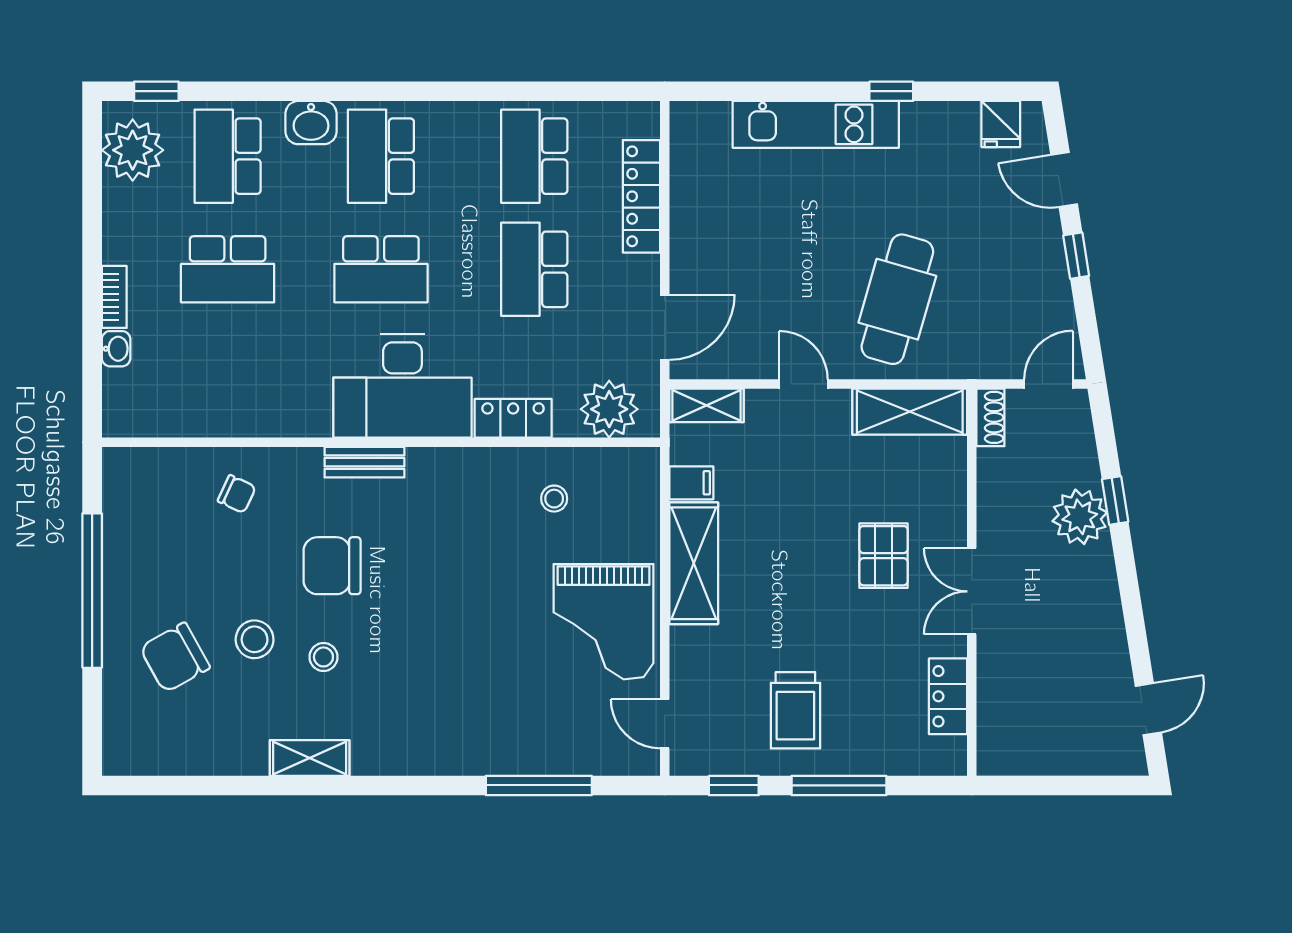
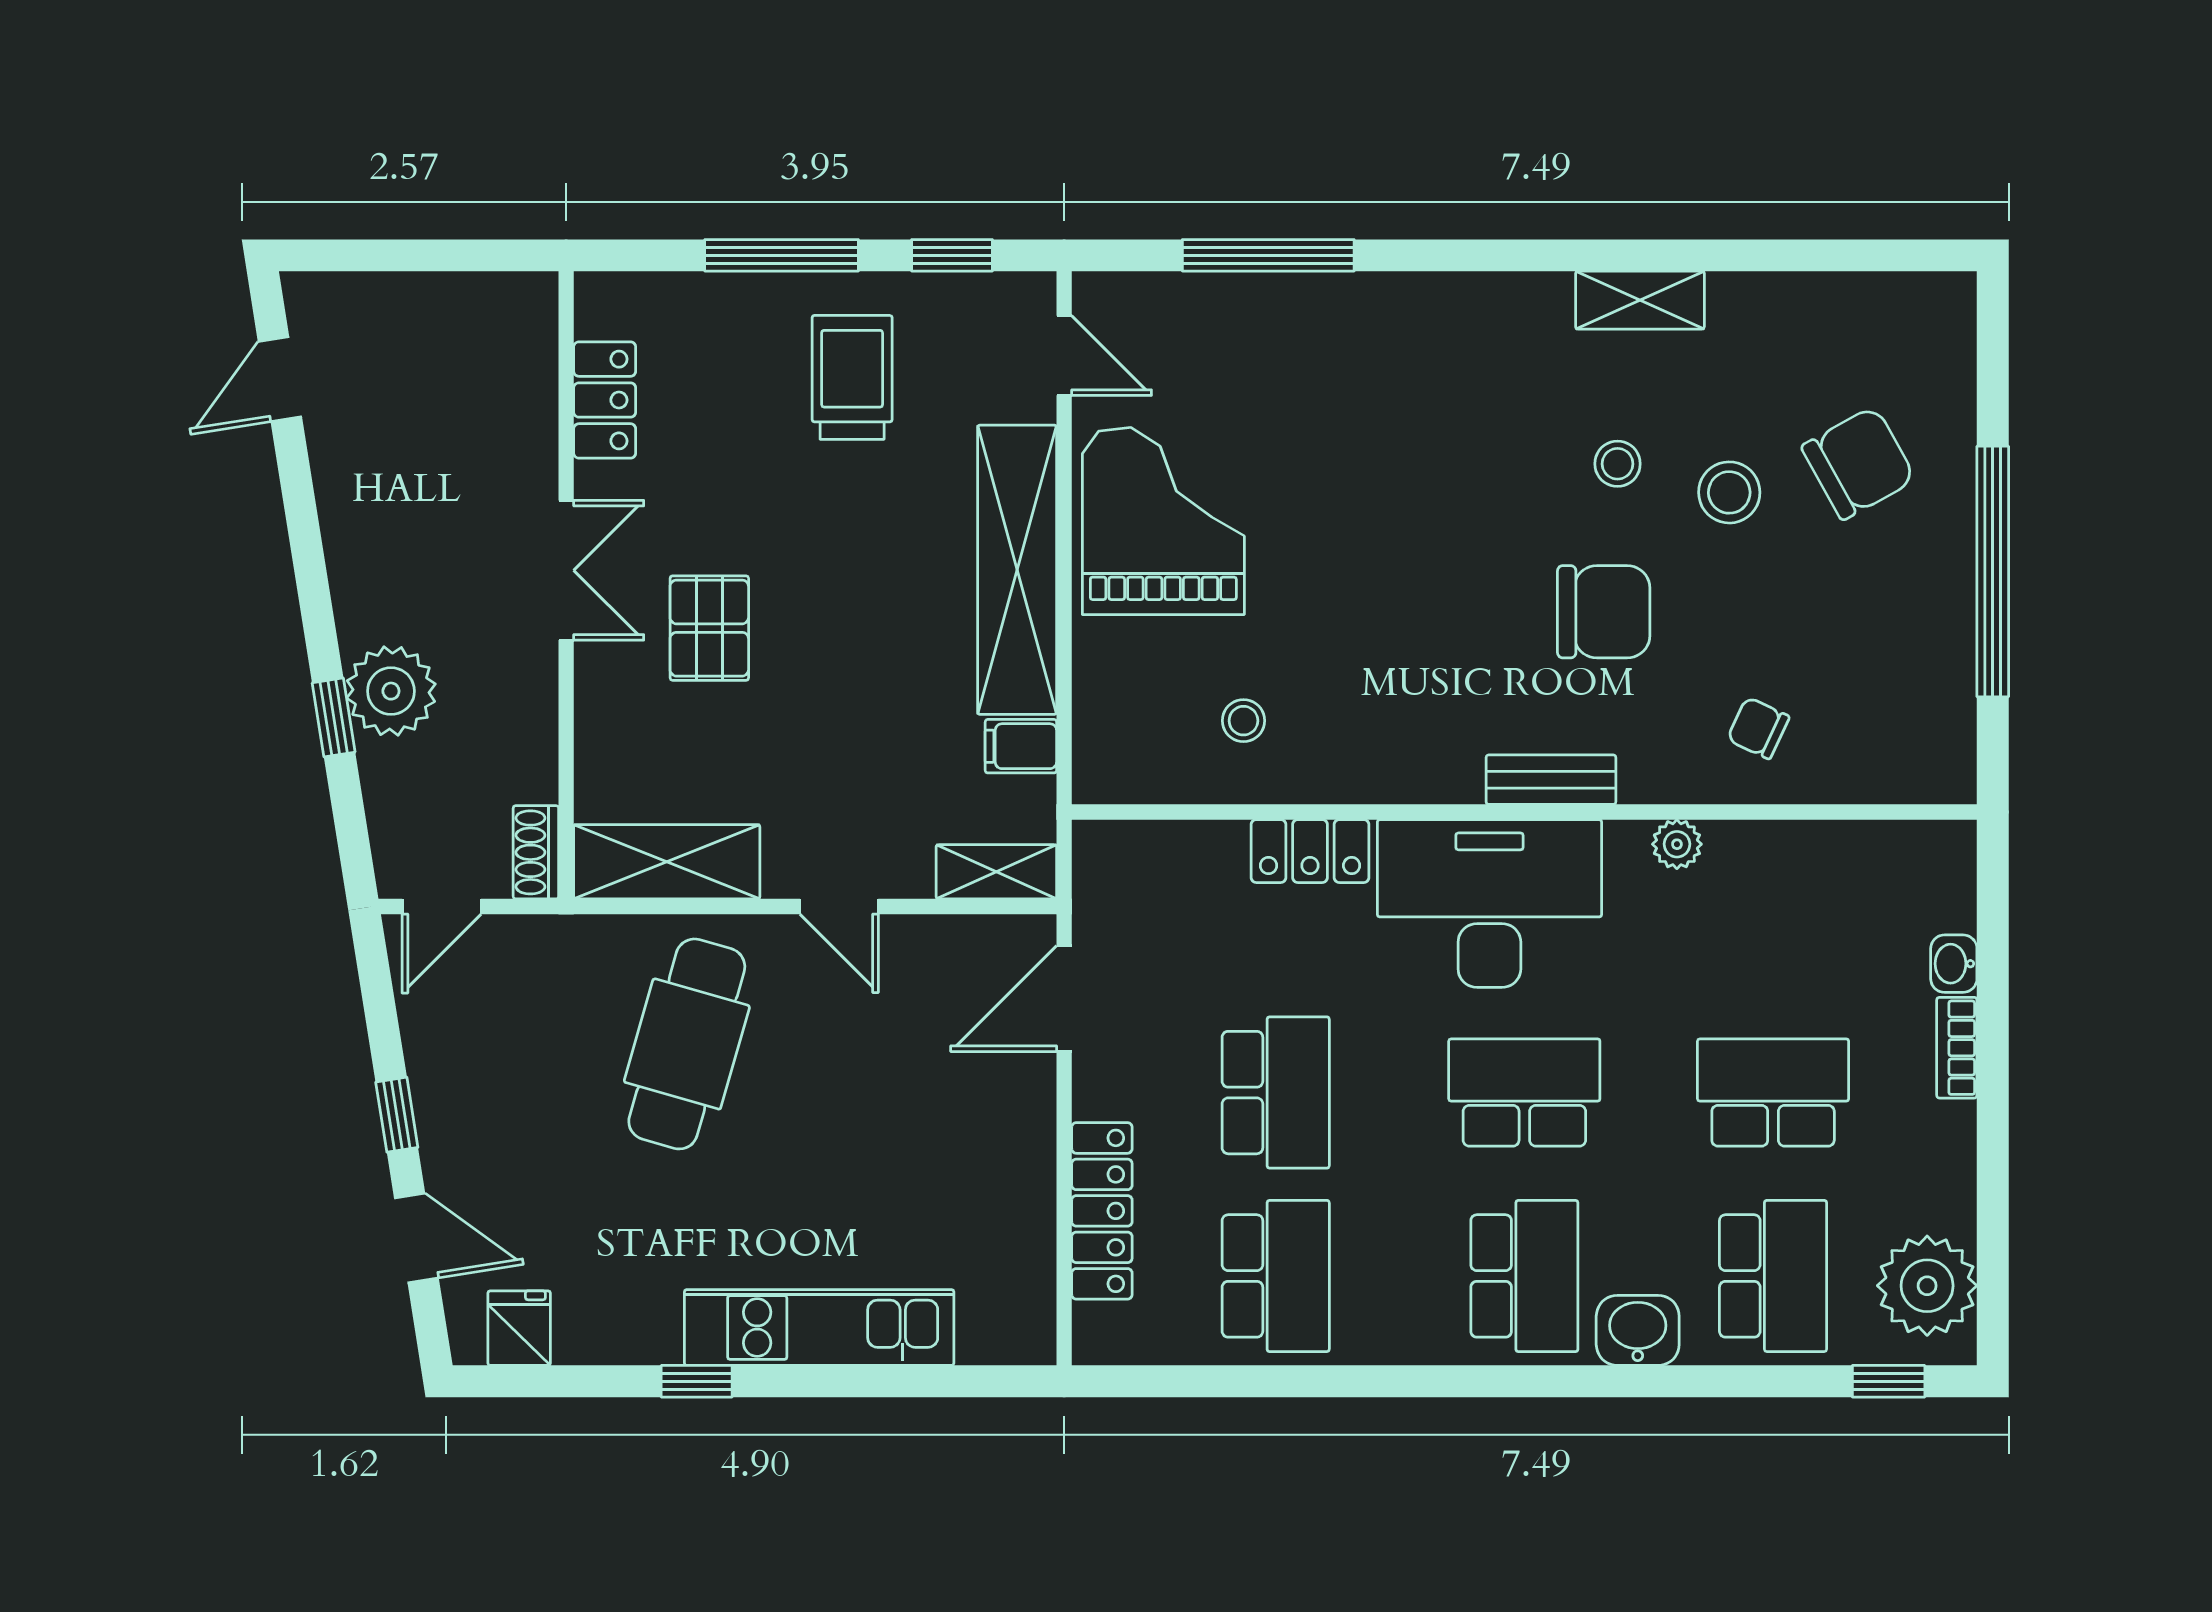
plant: (609, 409) -> (1677, 844), moved, width x0.53, depth x0.53
shelving: (694, 563) -> (1017, 570), width x1.47

